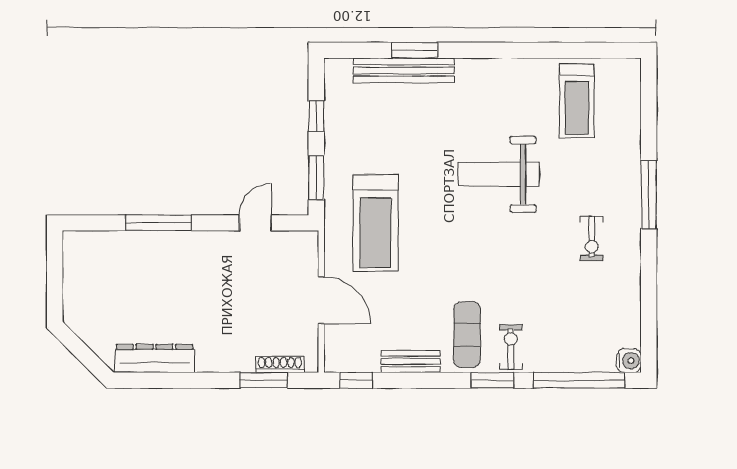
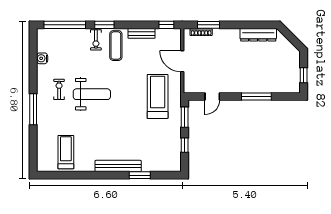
bench: (404, 70) -> (118, 166), moved
weight bench: (499, 174) -> (92, 94), moved
window: (55, 269) -> (304, 75), added
water cooler: (629, 361) -> (42, 58), moved

